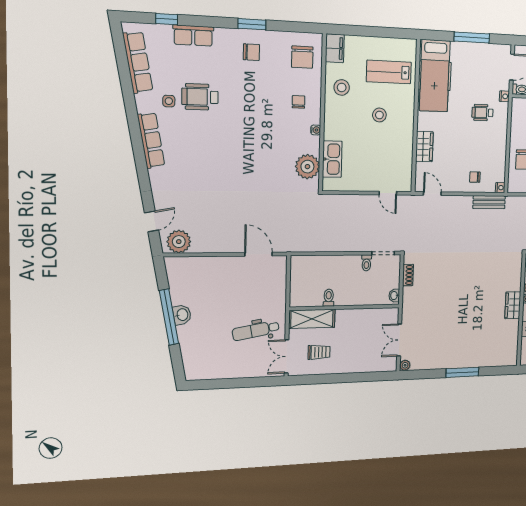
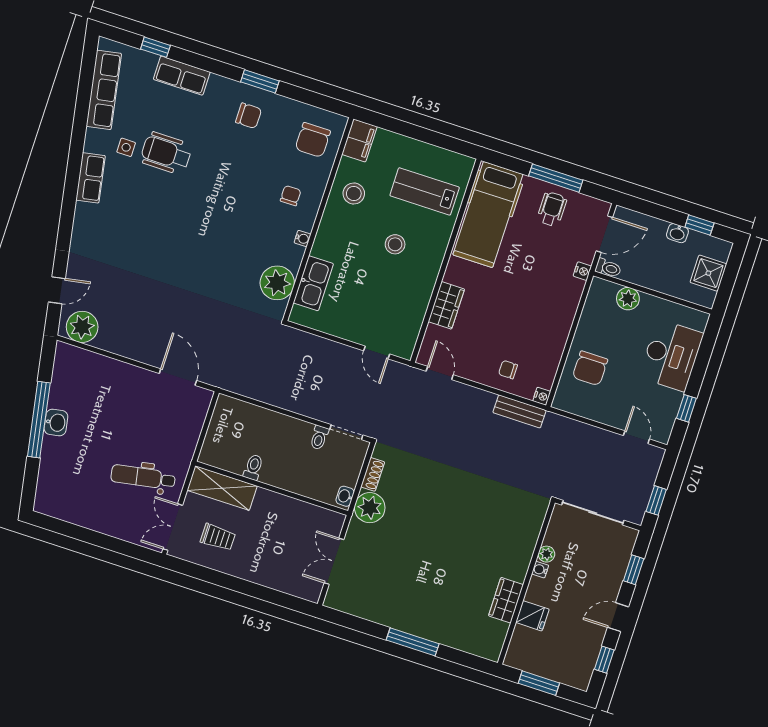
wheelchair: (482, 113) -> (552, 209), moved, turned 90
row of seats: (151, 140) -> (91, 178), width x0.68
wardrobe: (513, 305) -> (506, 600), moved
plant: (405, 365) -> (370, 508), moved, width x1.88, depth x1.88

